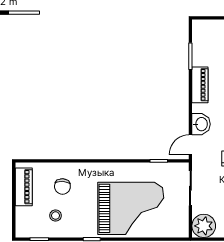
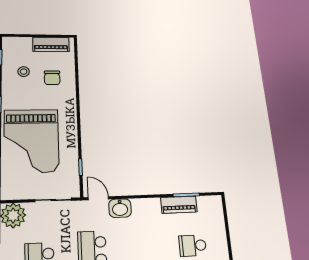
piano: (200, 85) -> (179, 205), moved
chair: (62, 186) -> (52, 78), turned -94

